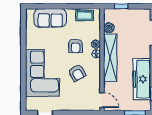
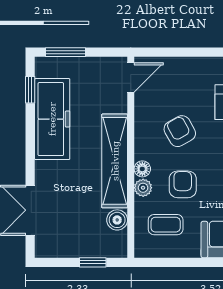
coffee table: (85, 15) -> (166, 225), moved
door: (102, 100) -> (131, 77), swing flipped

